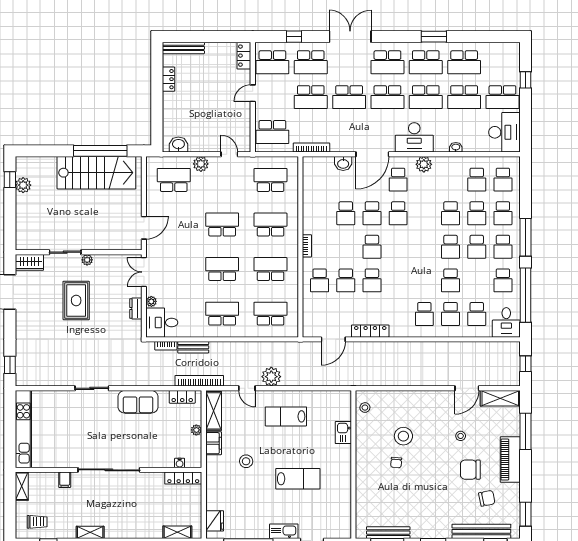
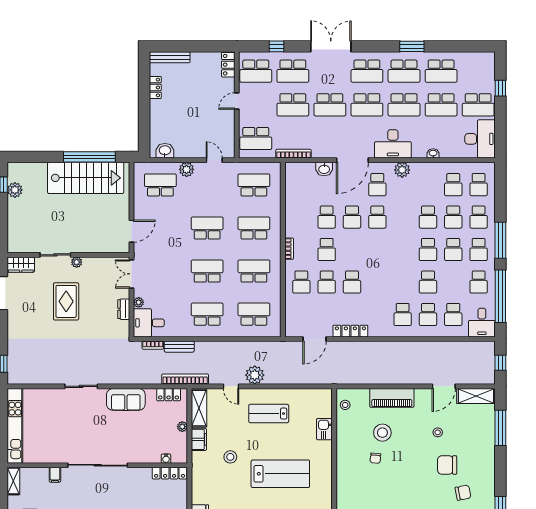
school desk: (372, 247) -> (327, 250), moved
piano: (510, 460) -> (392, 398), moved, turned -90
lab bench: (298, 479) -> (280, 474), width x1.36, depth x1.39

